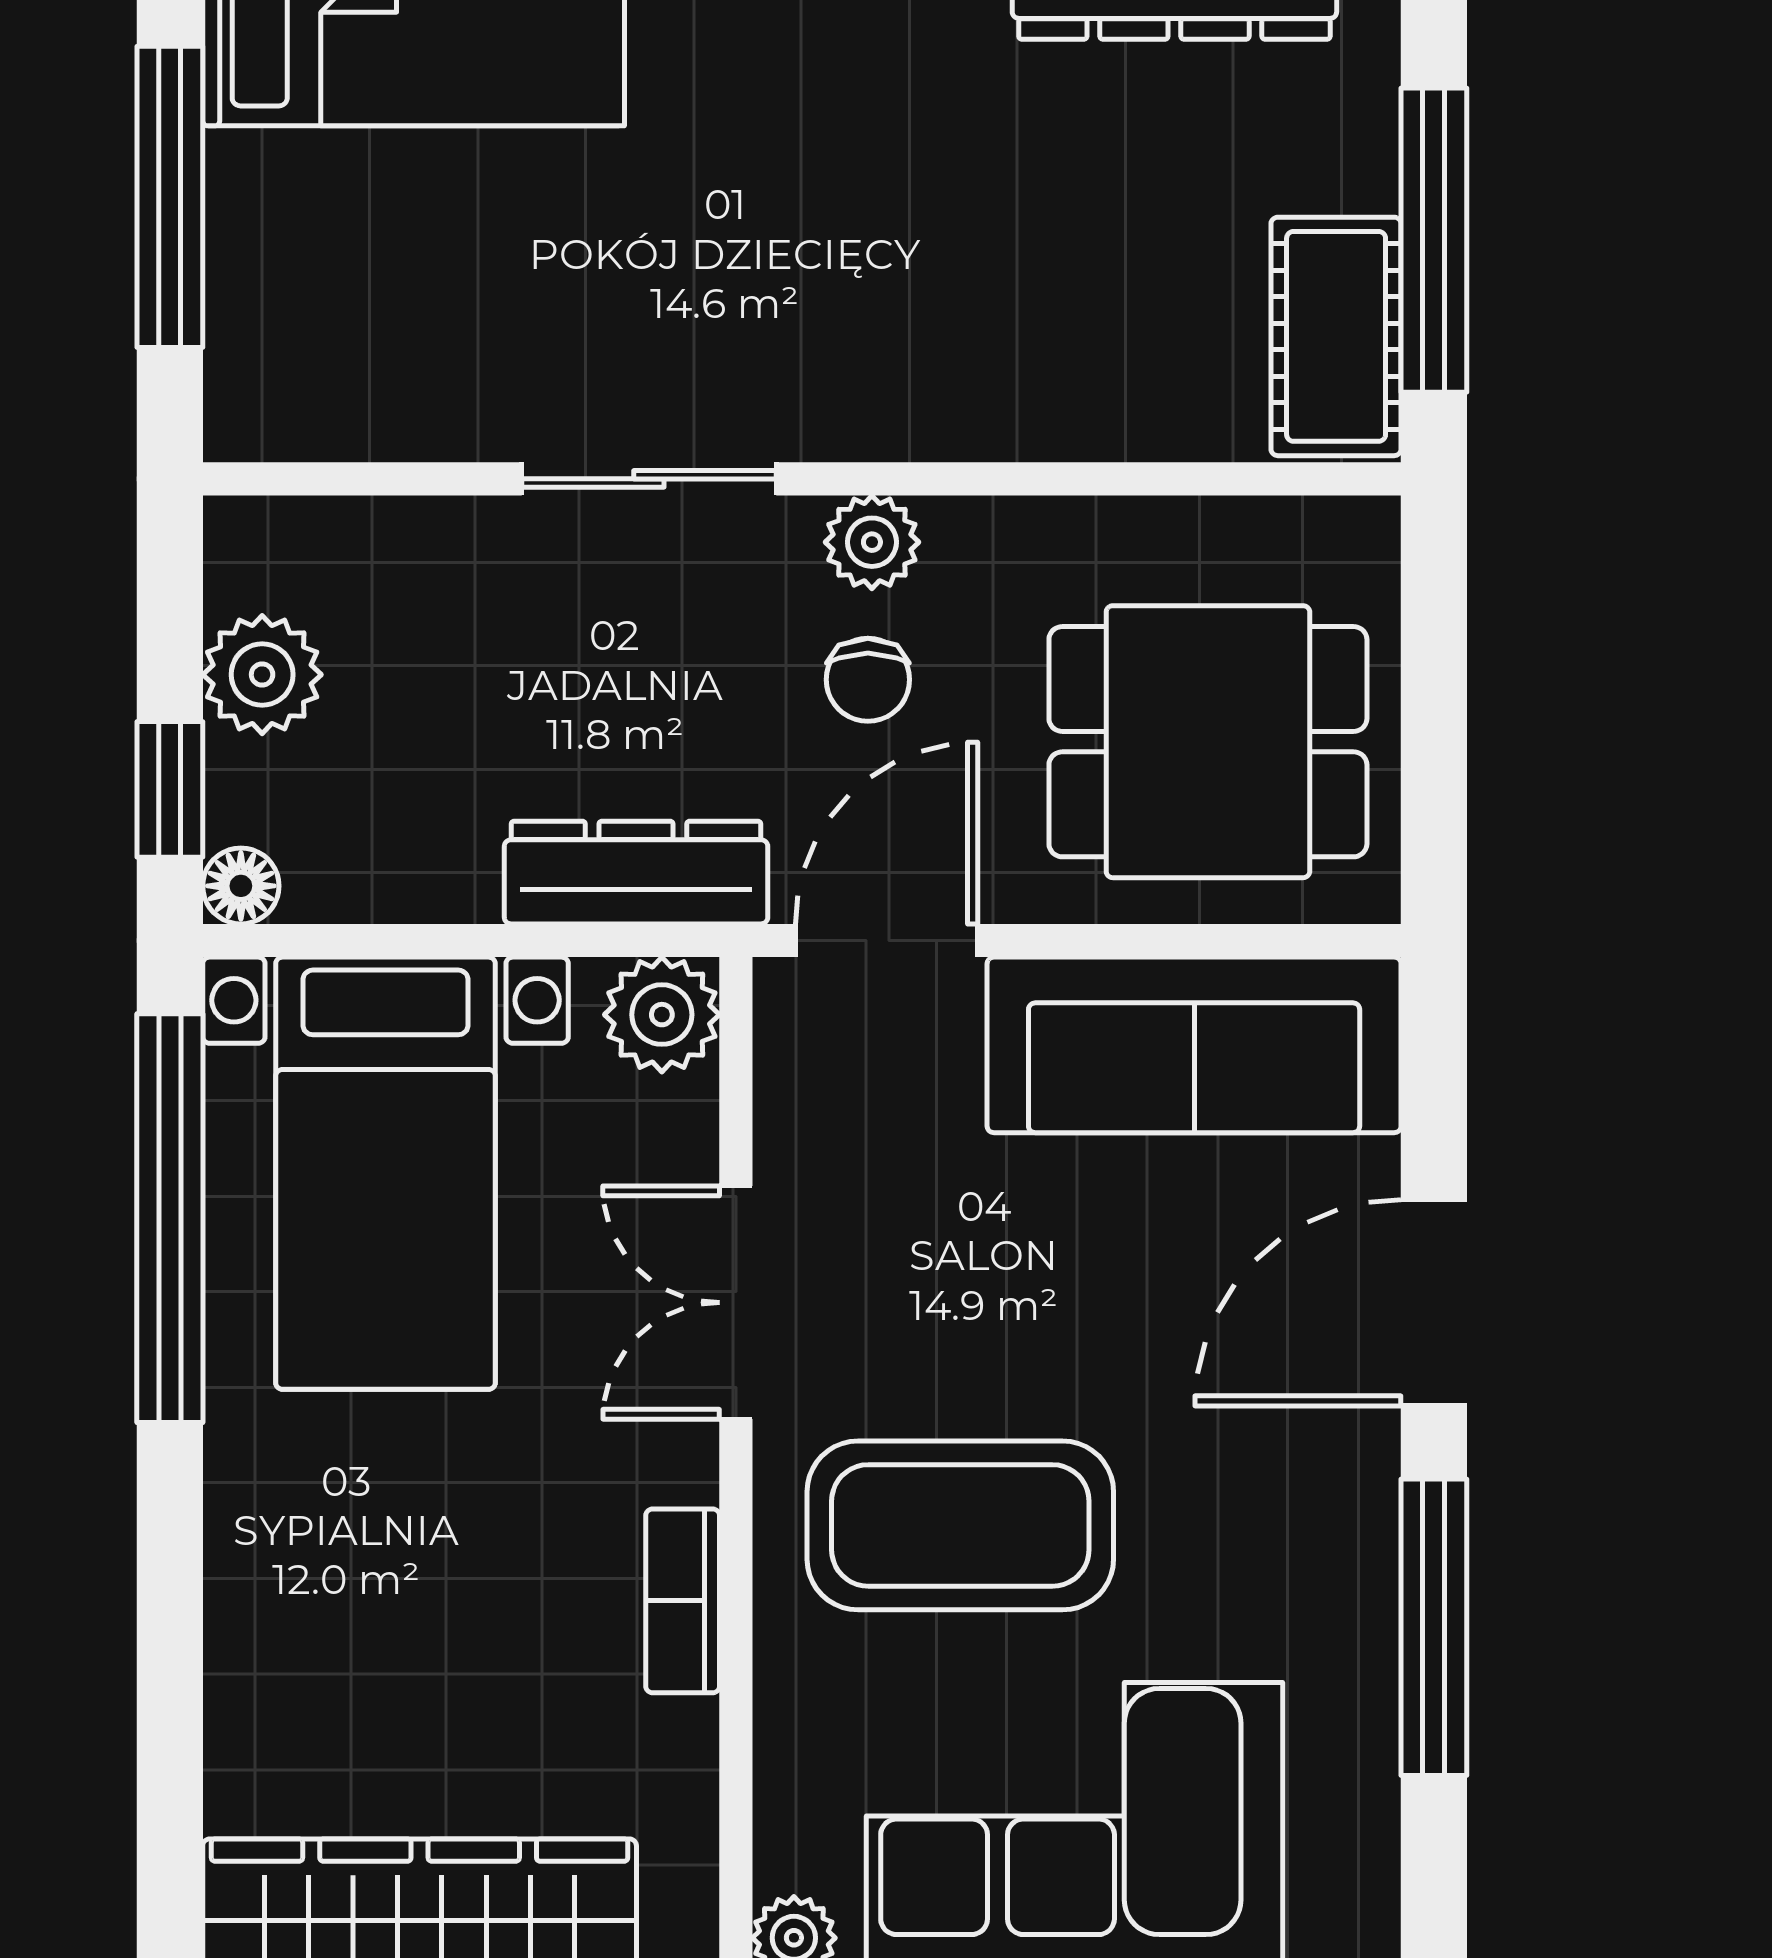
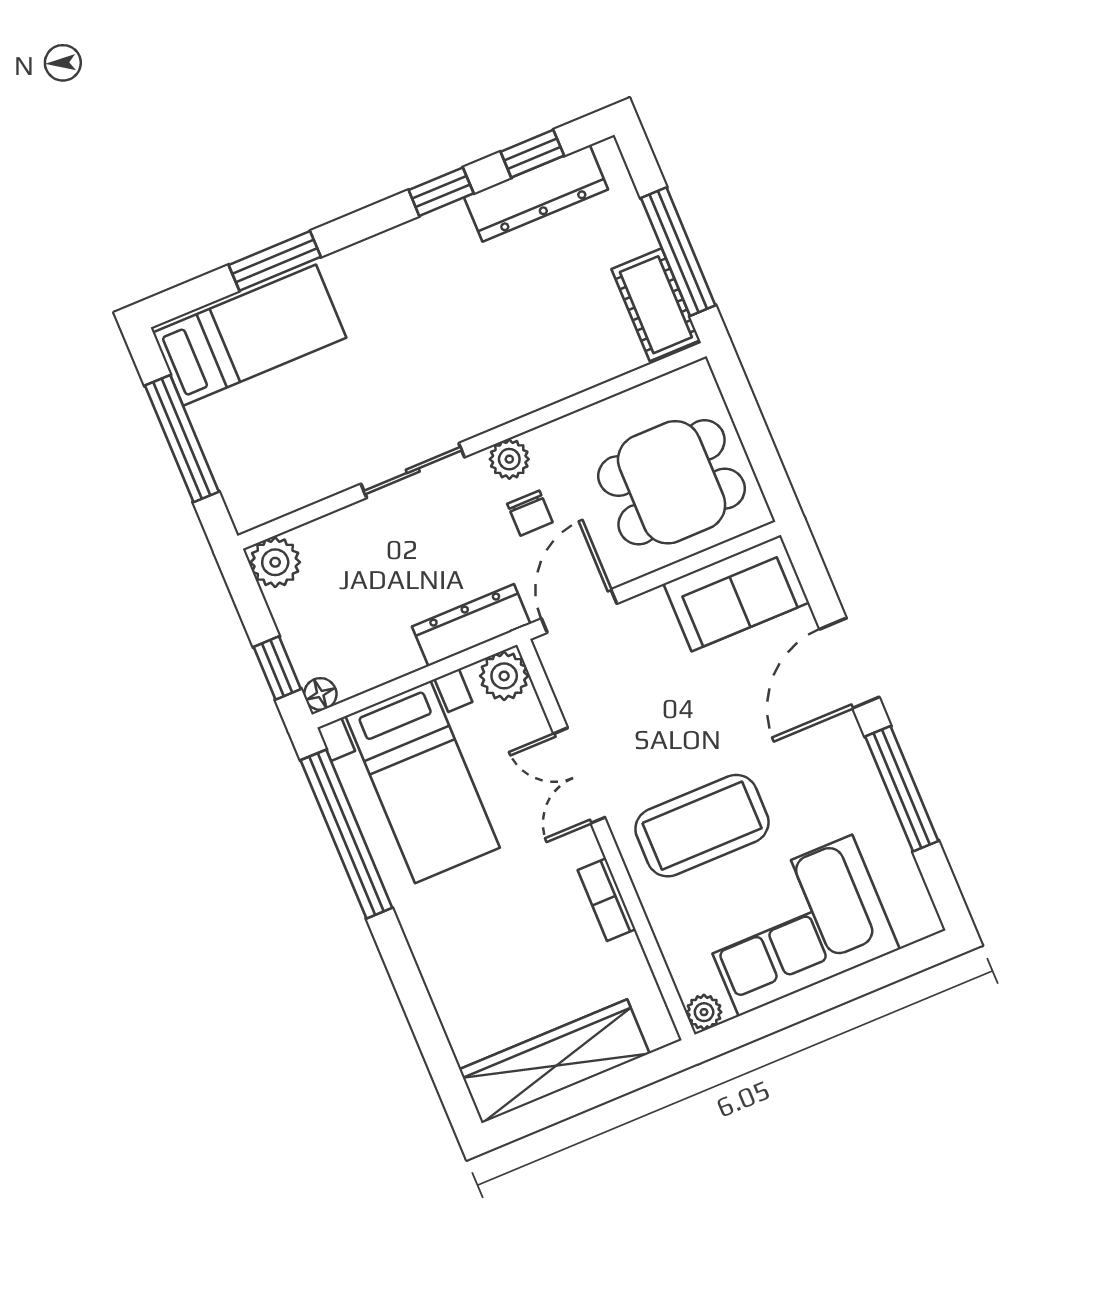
plant: (262, 675) -> (275, 562), moved
sofa: (1194, 1045) -> (736, 593), width x0.73

